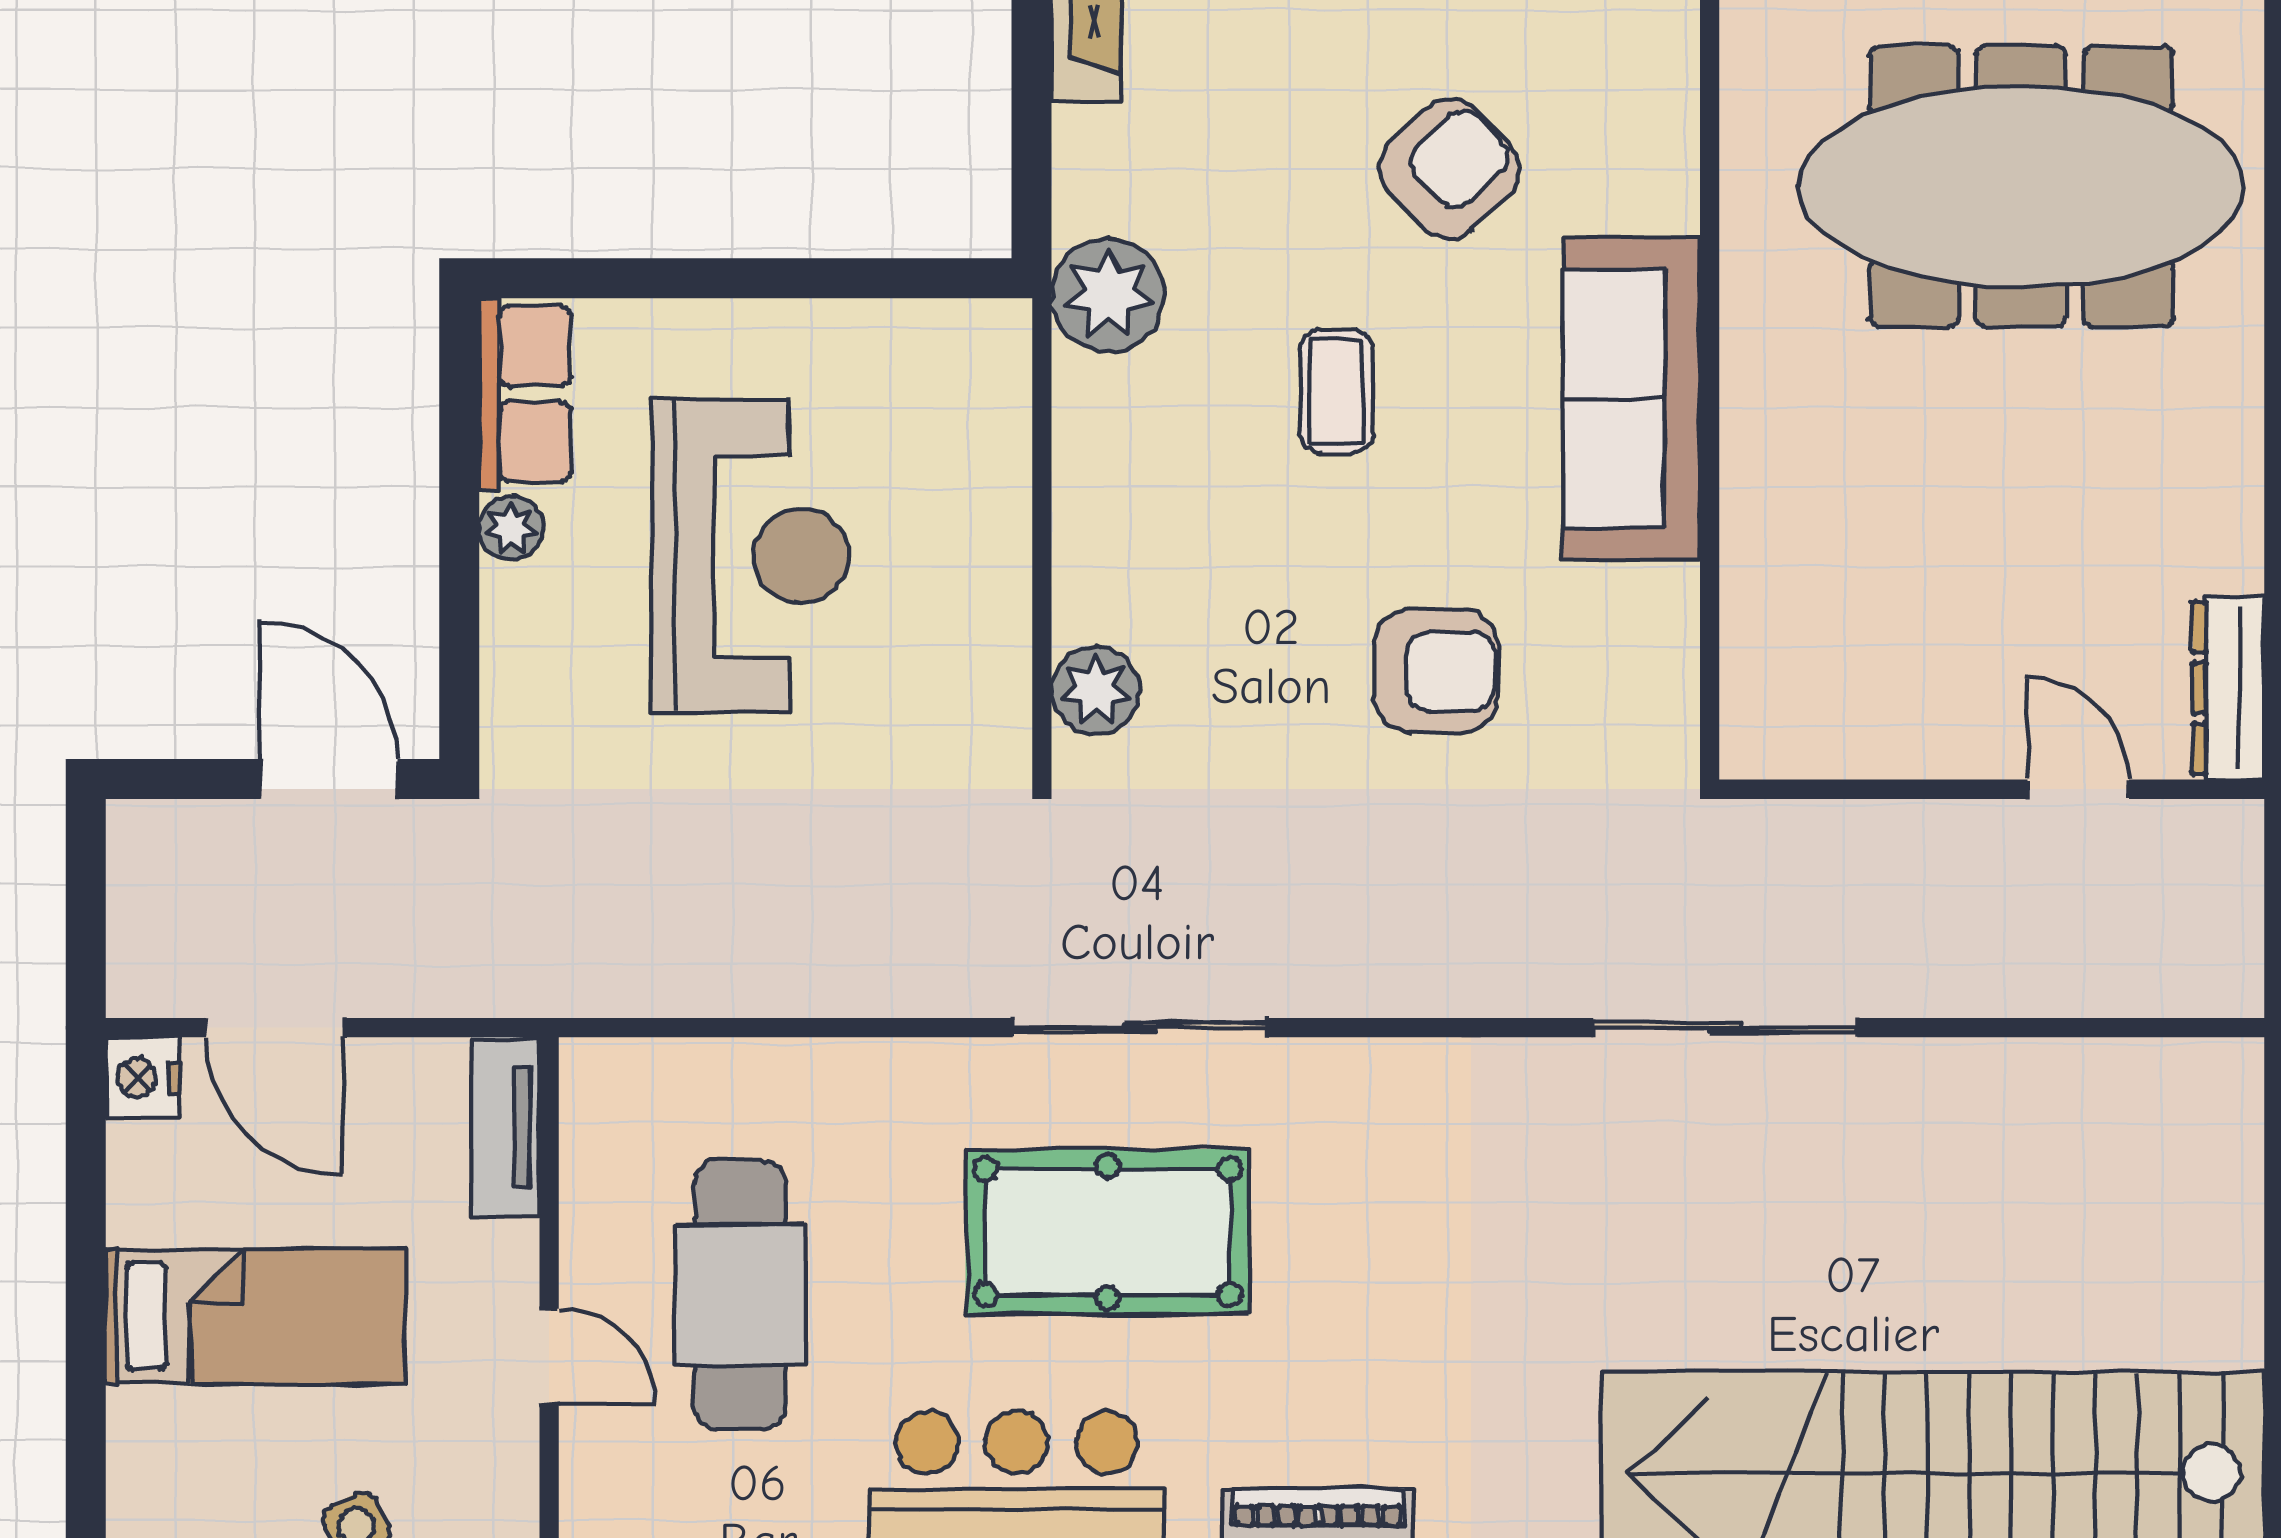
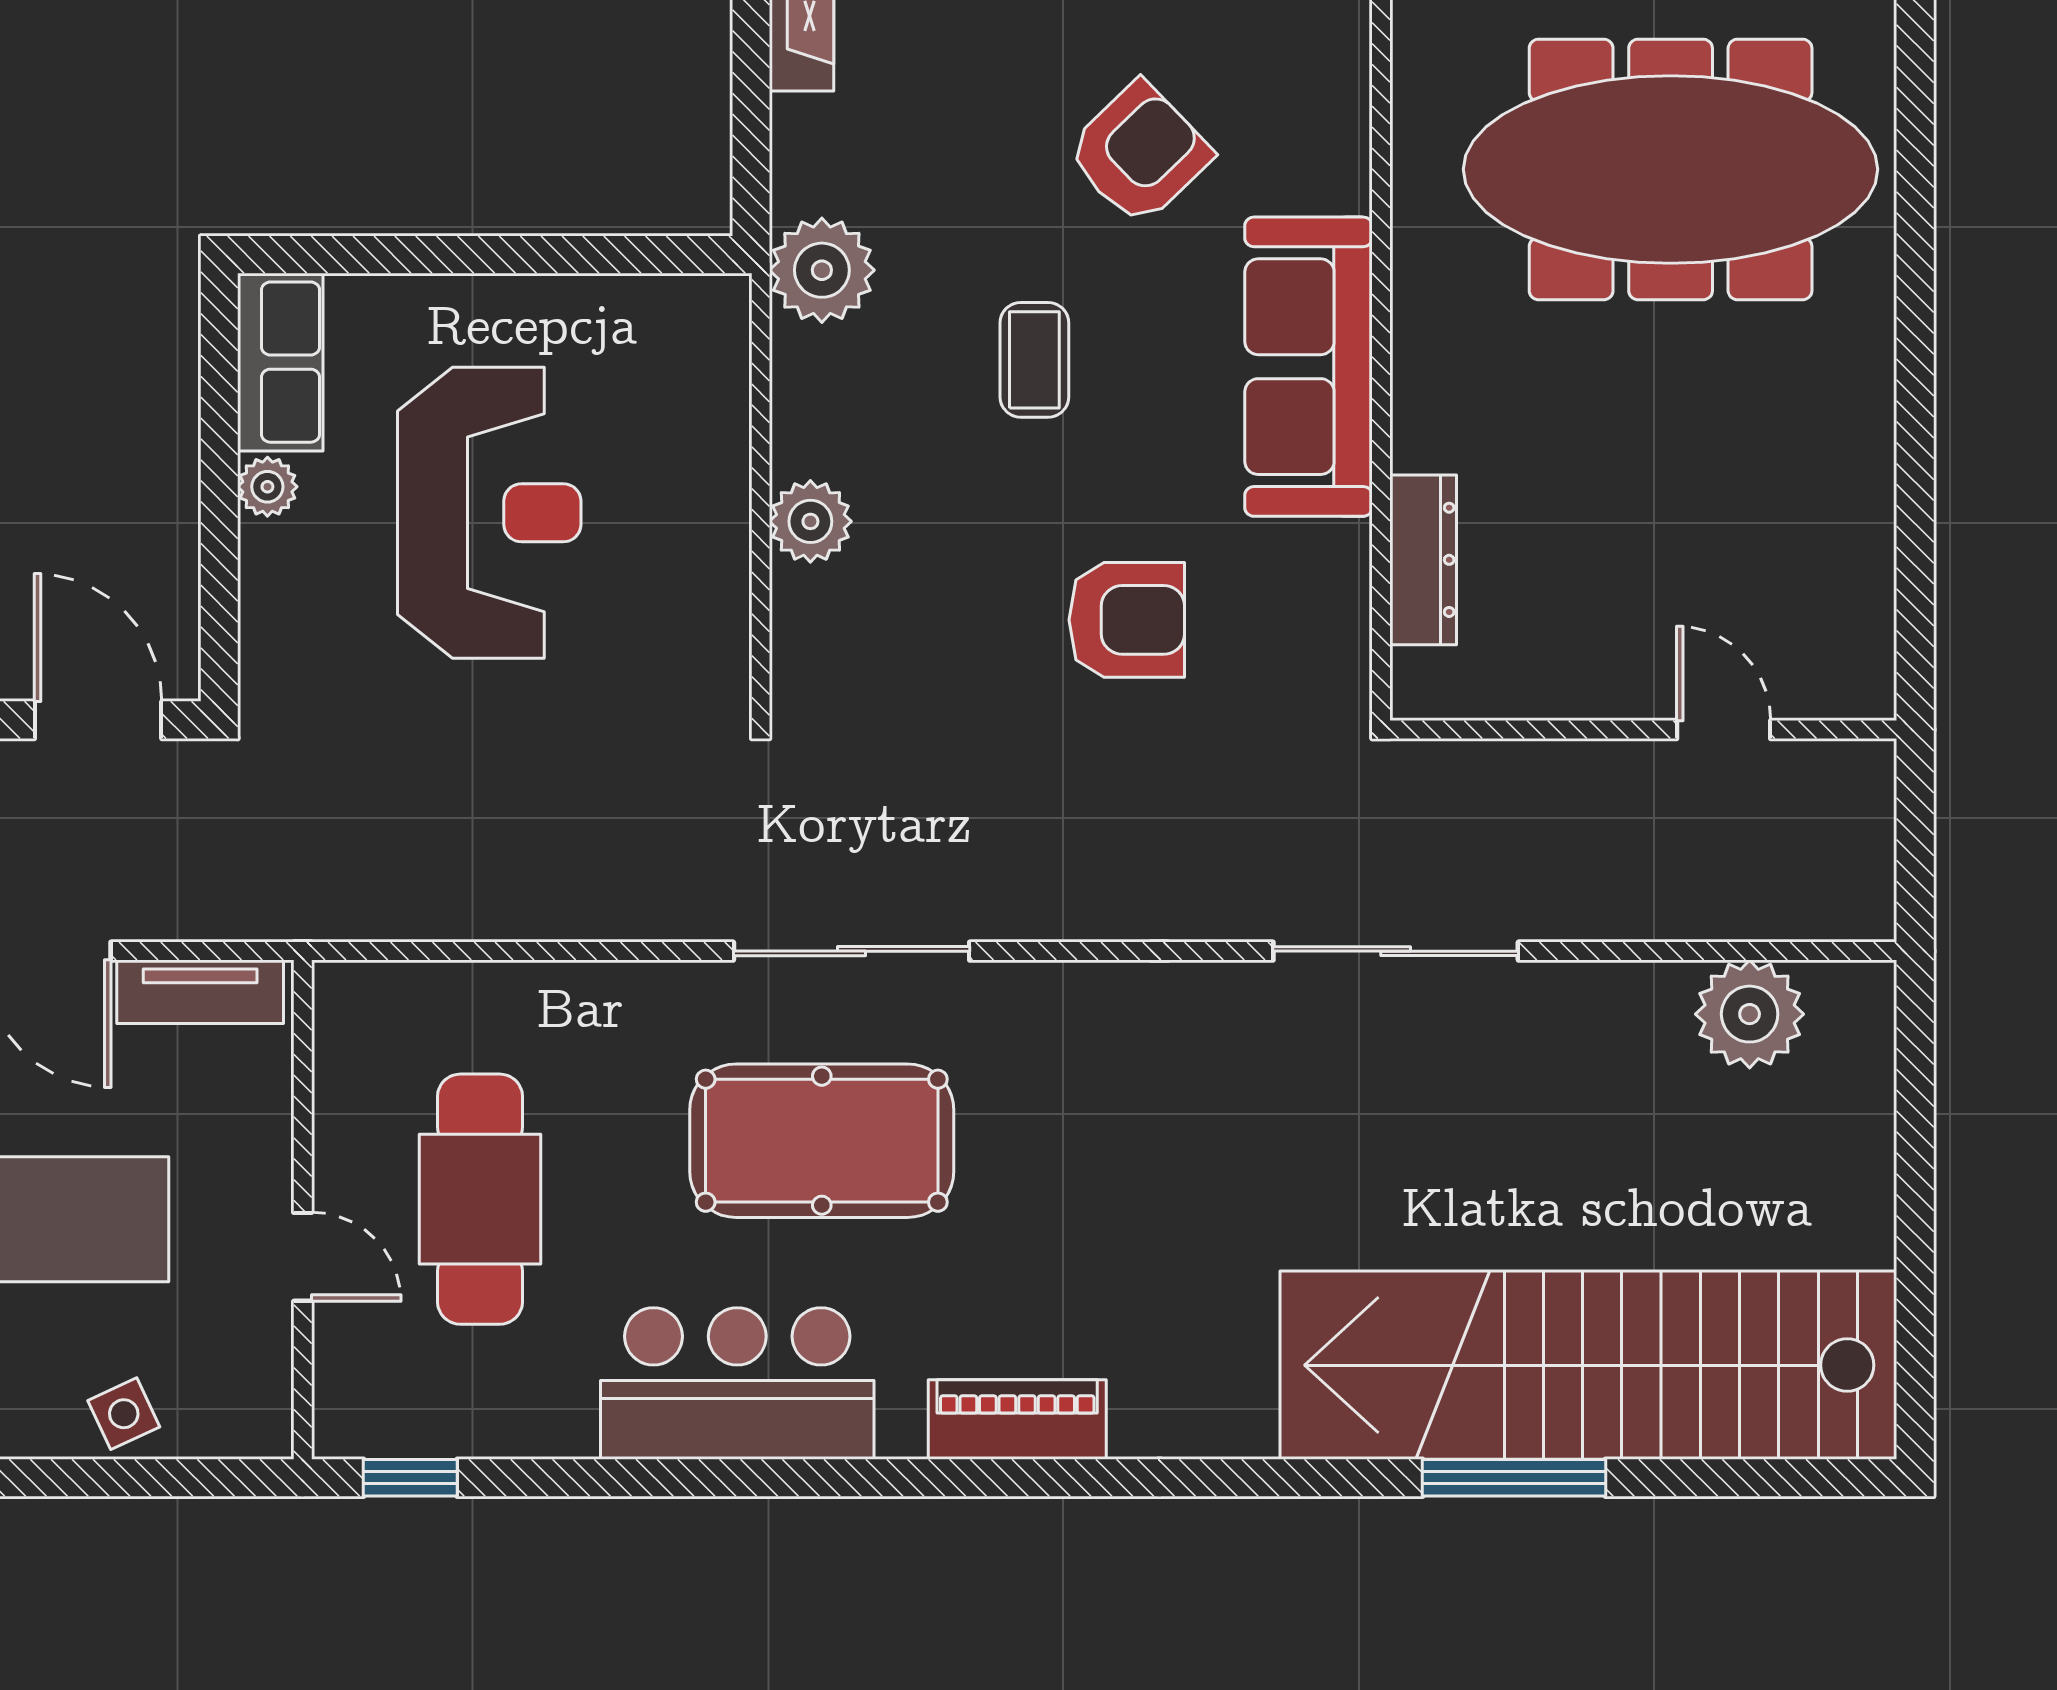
dresser: (2229, 688) -> (1423, 560), moved, turned 180
plant: (1095, 690) -> (810, 521), moved
plant: (2106, 1095) -> (1750, 1014), added
tv unit: (505, 1127) -> (200, 992), moved, turned -90

